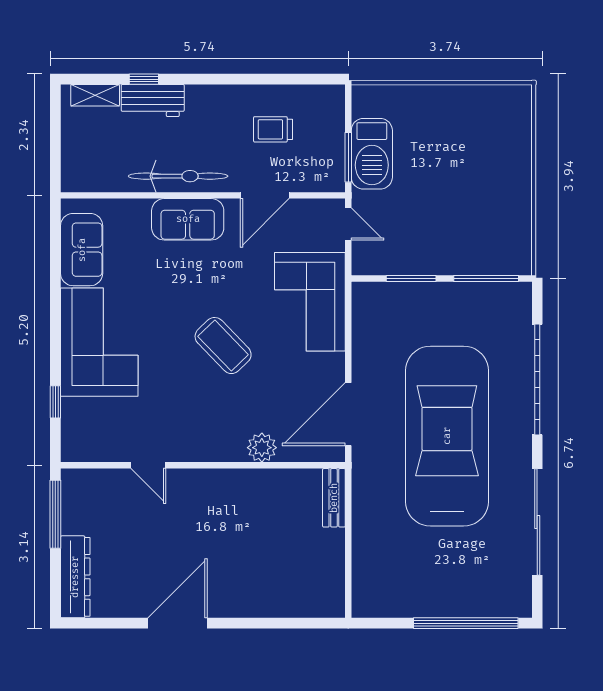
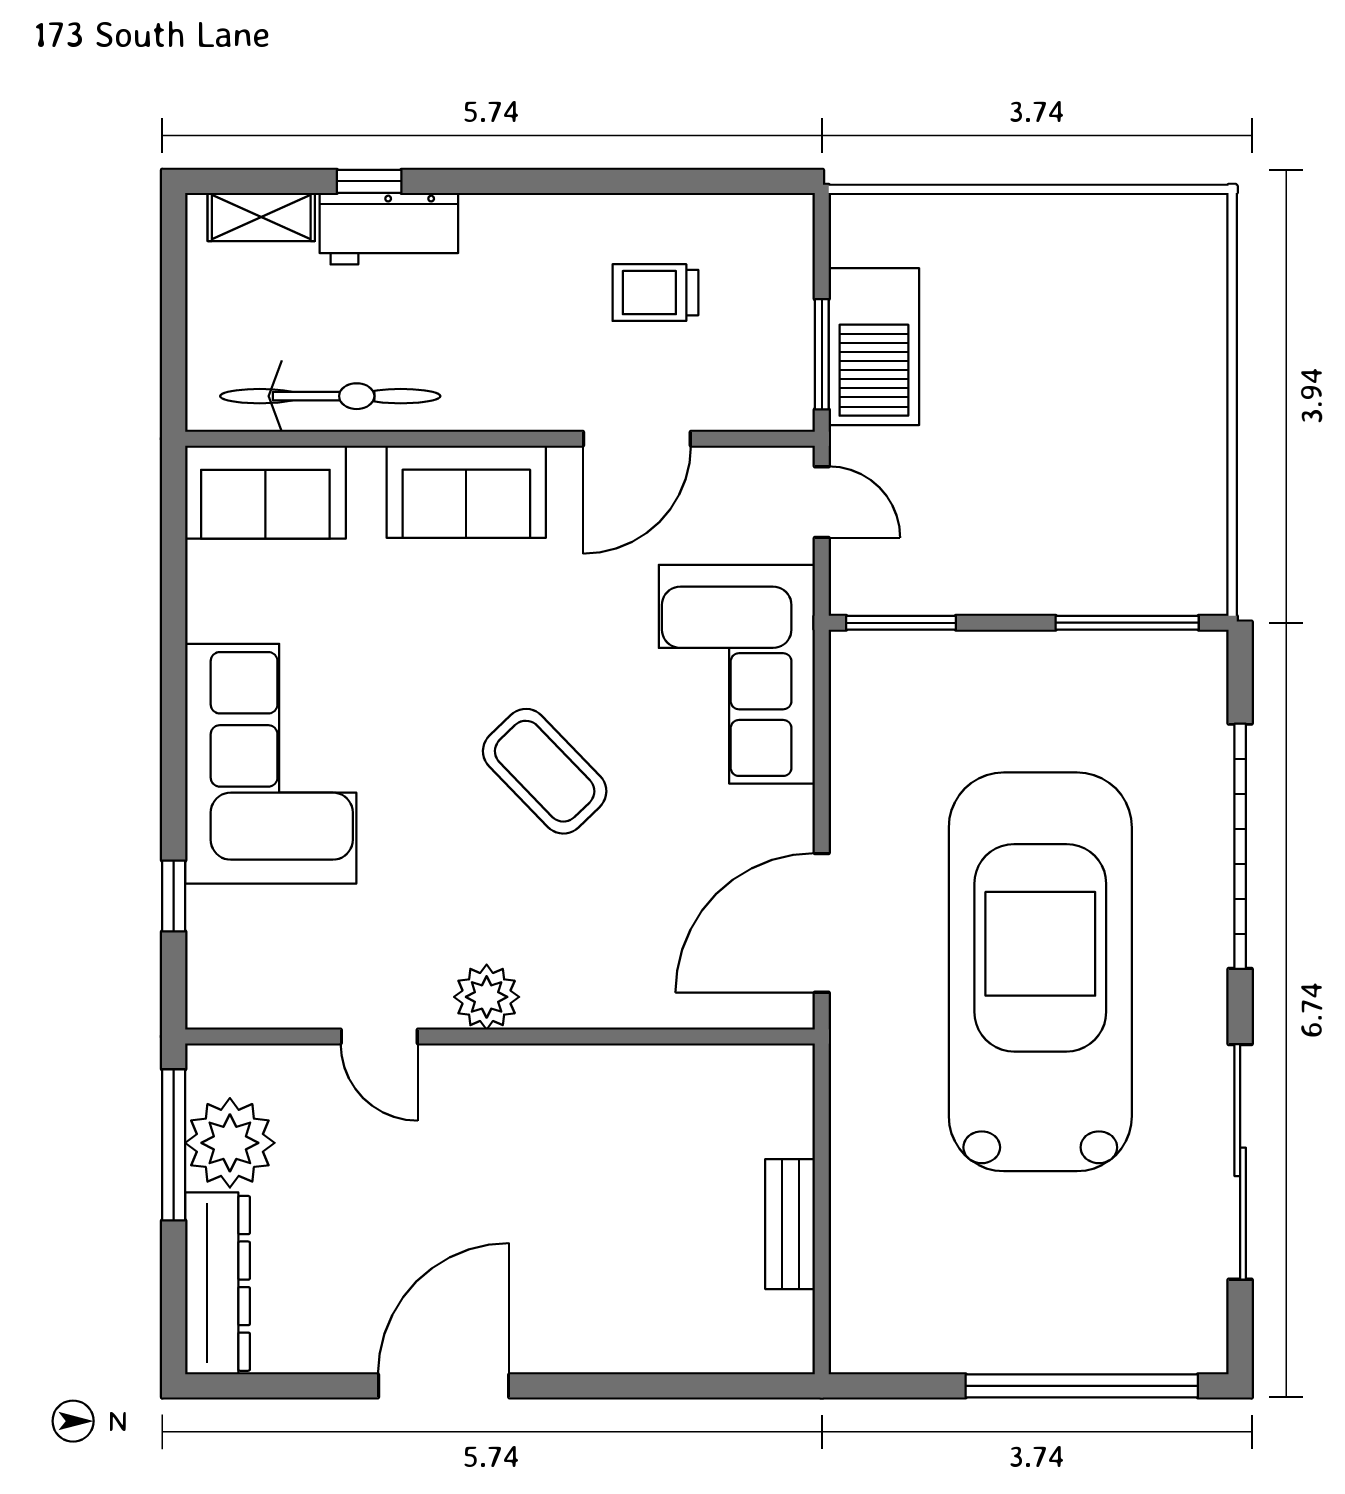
bicycle: (178, 176) -> (330, 396), moved
sofa: (82, 250) -> (265, 492), moved, turned 90
window: (411, 278) -> (901, 623), moved
plant: (262, 448) -> (487, 997), moved
bench: (334, 498) -> (790, 1224), moved
plant: (81, 513) -> (230, 1143), added

